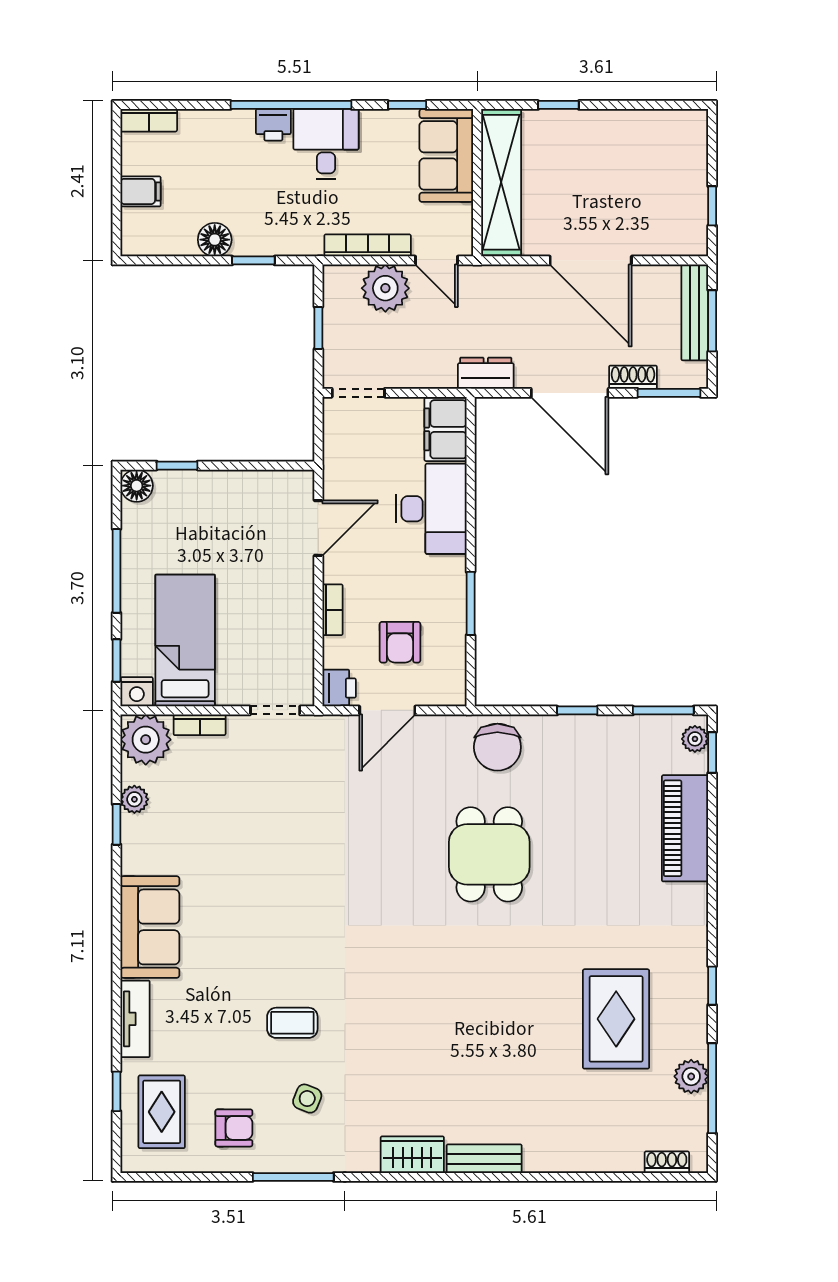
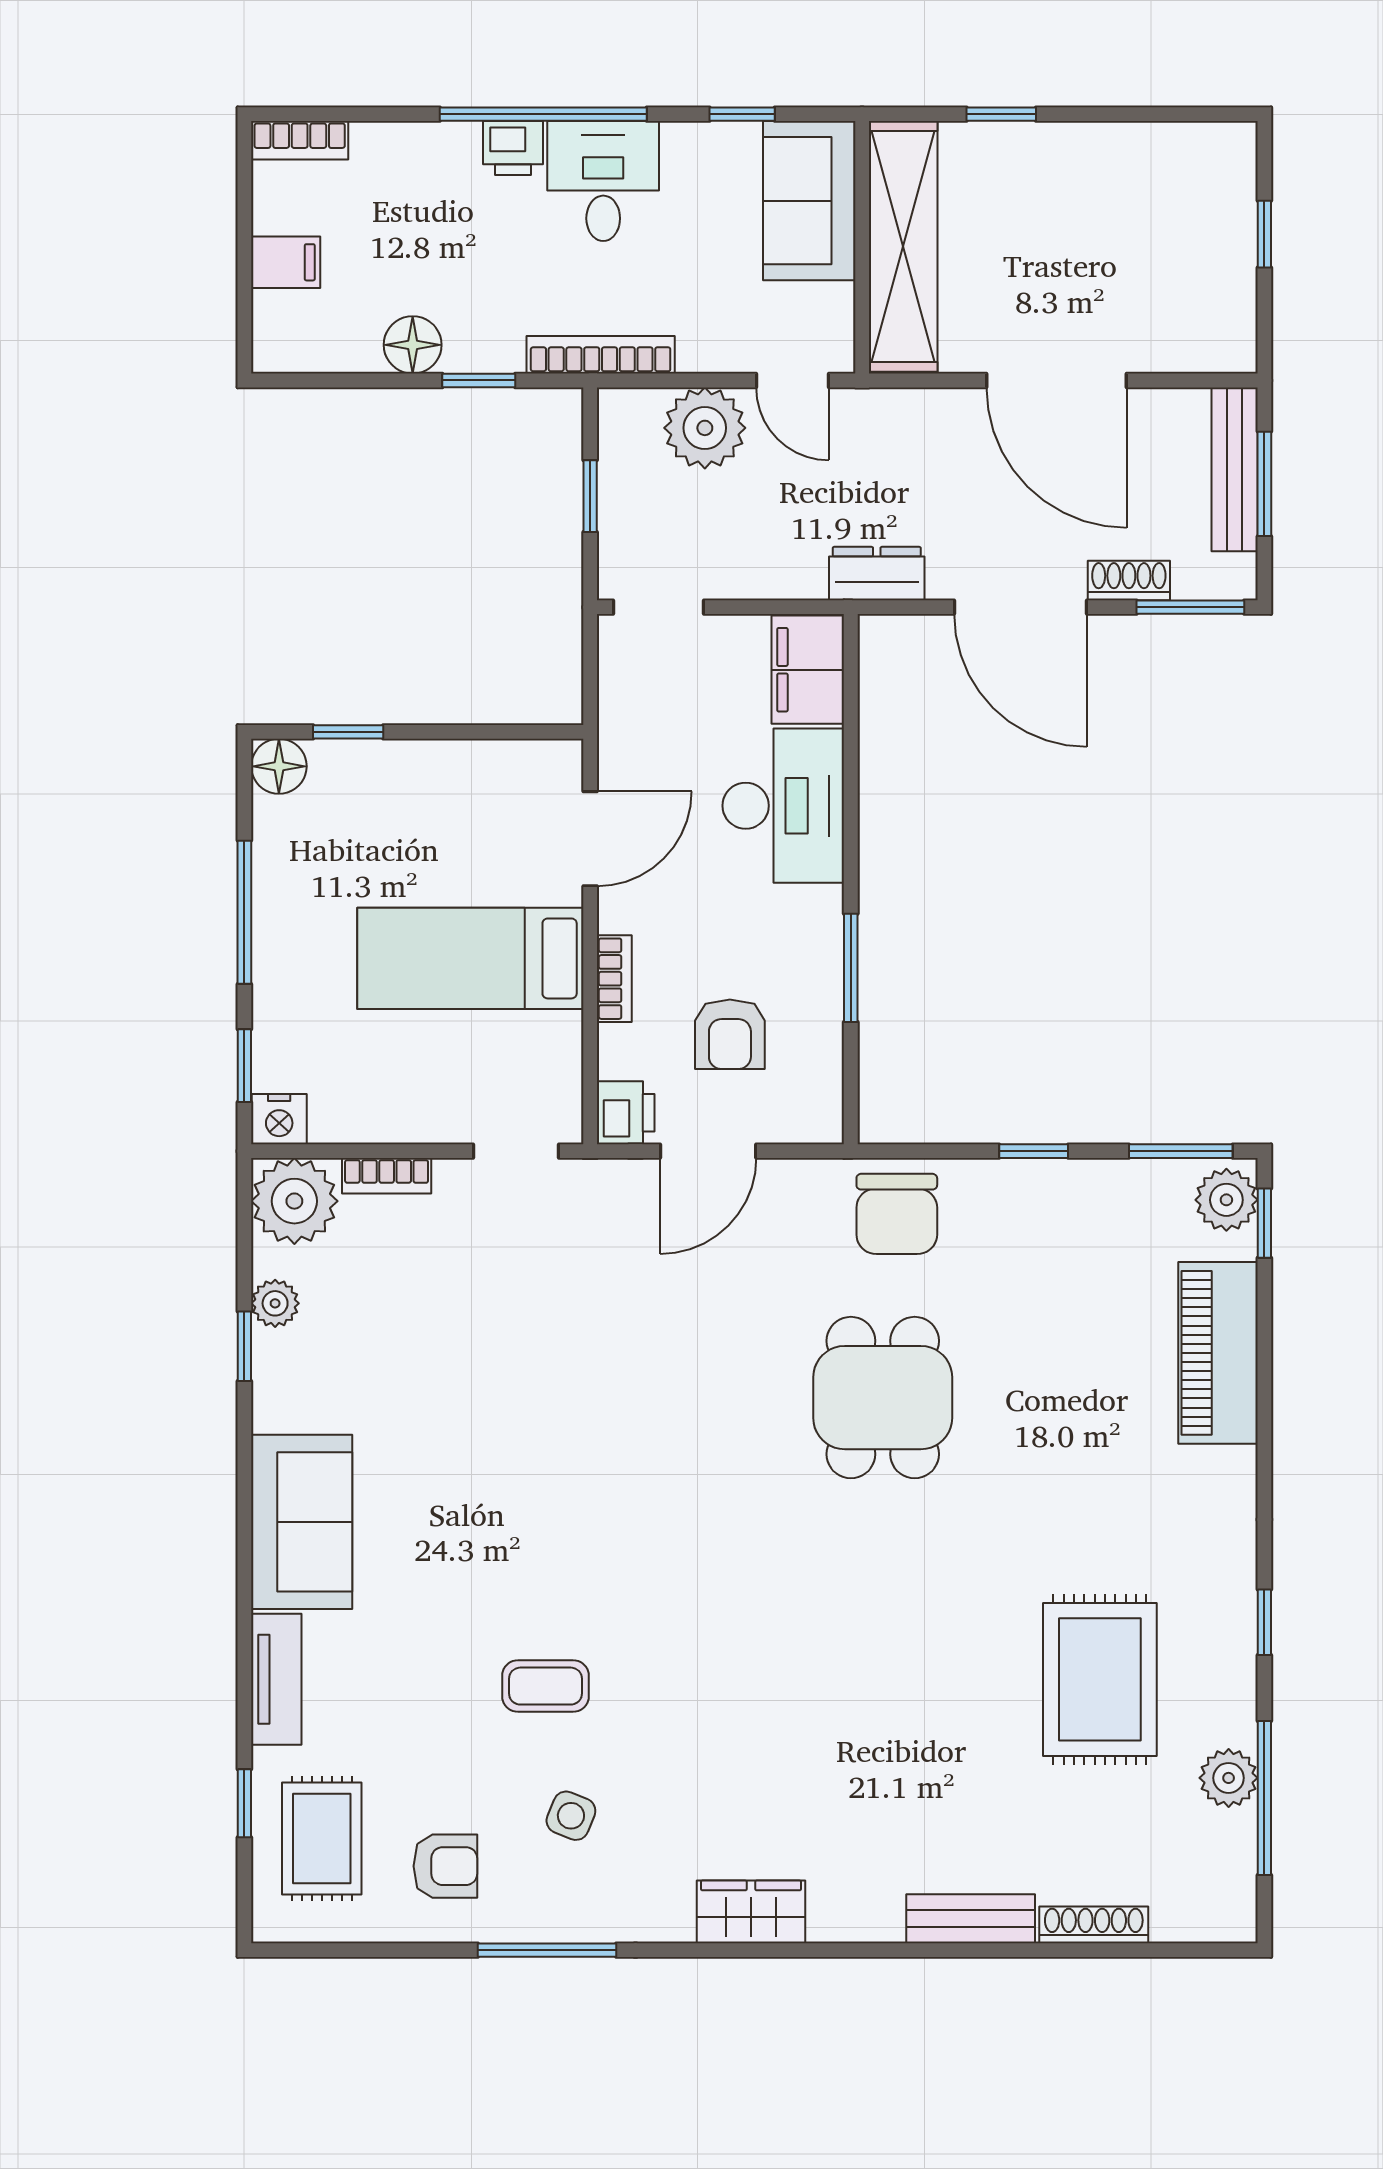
window: (712, 206) -> (1264, 234), moved
bookcase: (368, 245) -> (601, 355), moved
bed: (185, 641) -> (470, 958), moved, turned -90
plant: (695, 739) -> (1226, 1200), width x1.38, depth x1.38
bench: (484, 1159) -> (971, 1919), moved
shoe rack: (667, 1162) -> (1094, 1925), moved, width x1.43

